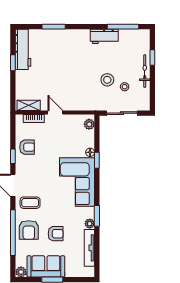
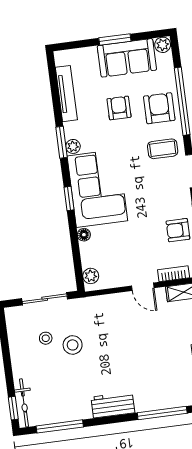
window: (54, 27) -> (162, 413), width x1.44
workbench: (104, 36) -> (113, 405), moved
window: (152, 57) -> (13, 408), moved
bicycle: (145, 71) -> (24, 403), moved
window: (97, 160) -> (69, 198), moved
plant: (90, 224) -> (73, 146), moved
armchair: (56, 234) -> (119, 108), turned 90

